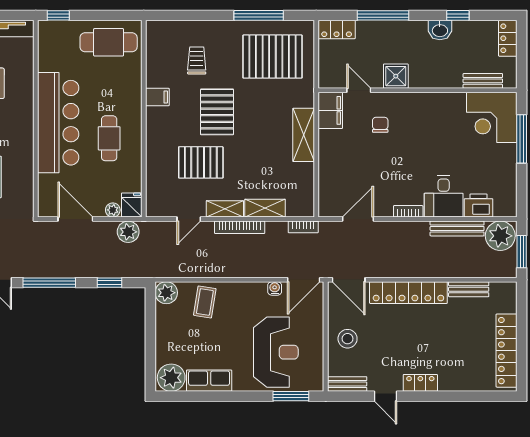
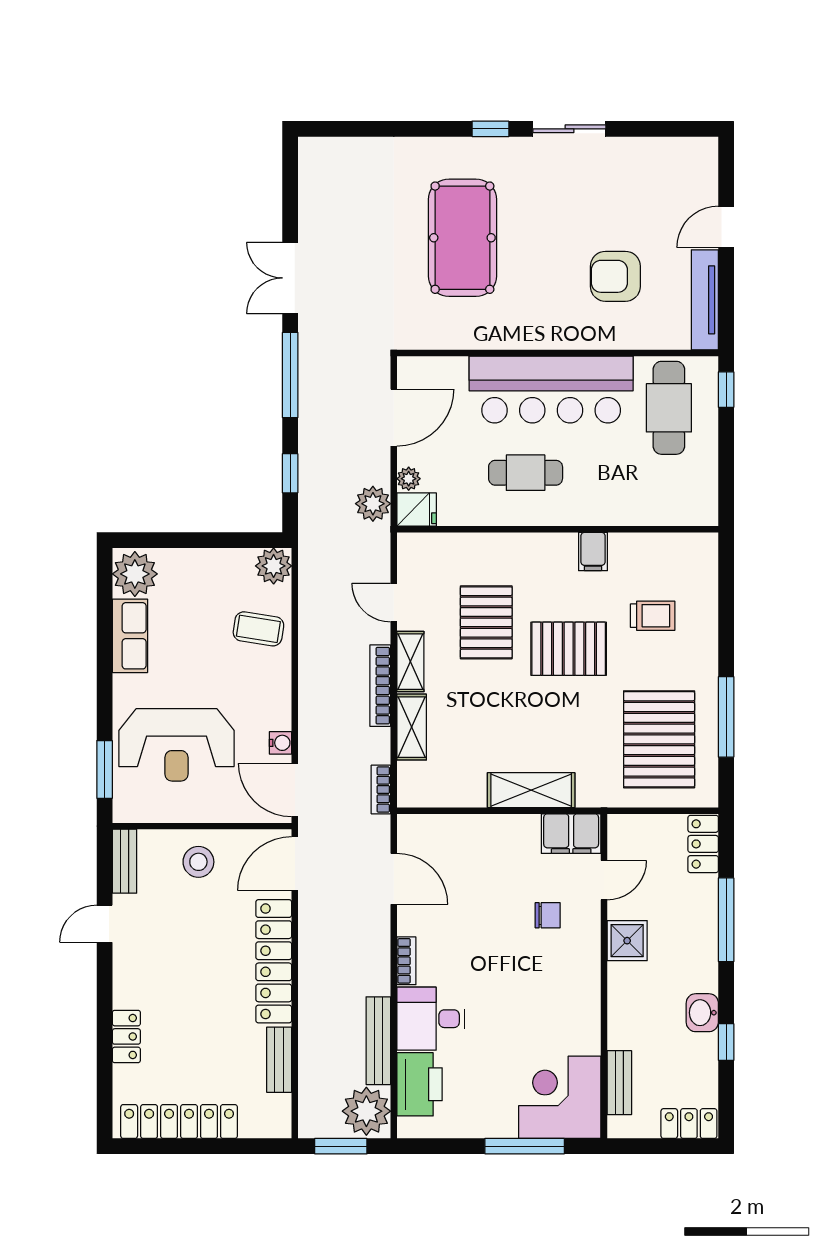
cafe table: (109, 42) -> (669, 408), moved
printer: (479, 206) -> (420, 1084), width x1.37, depth x1.19
locker: (420, 383) -> (126, 1036), moved

